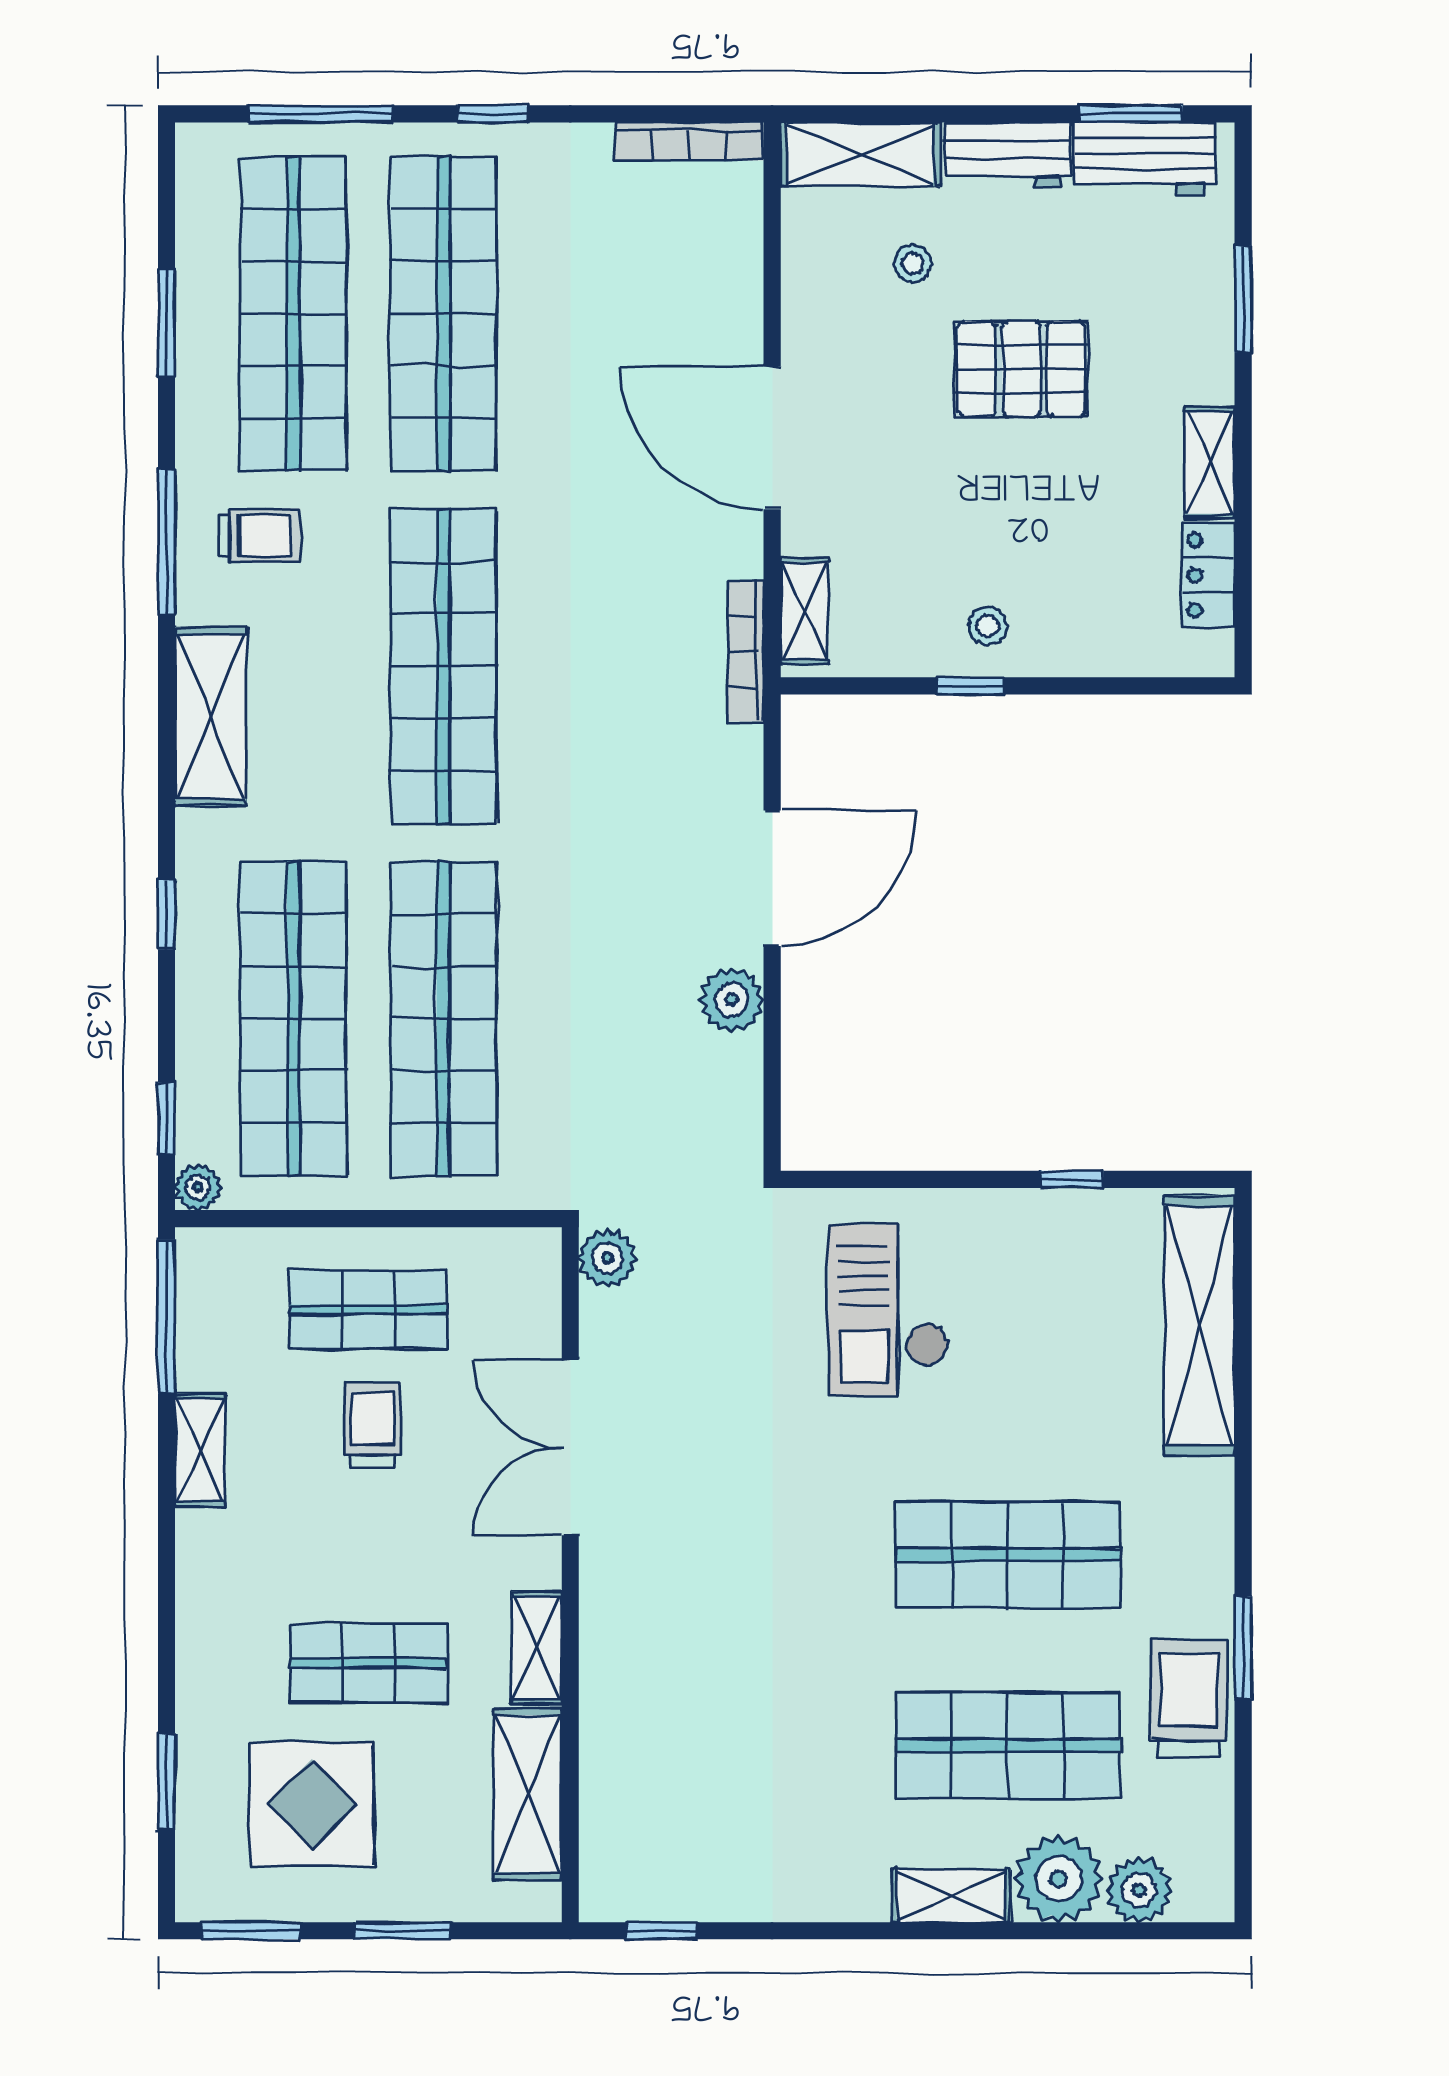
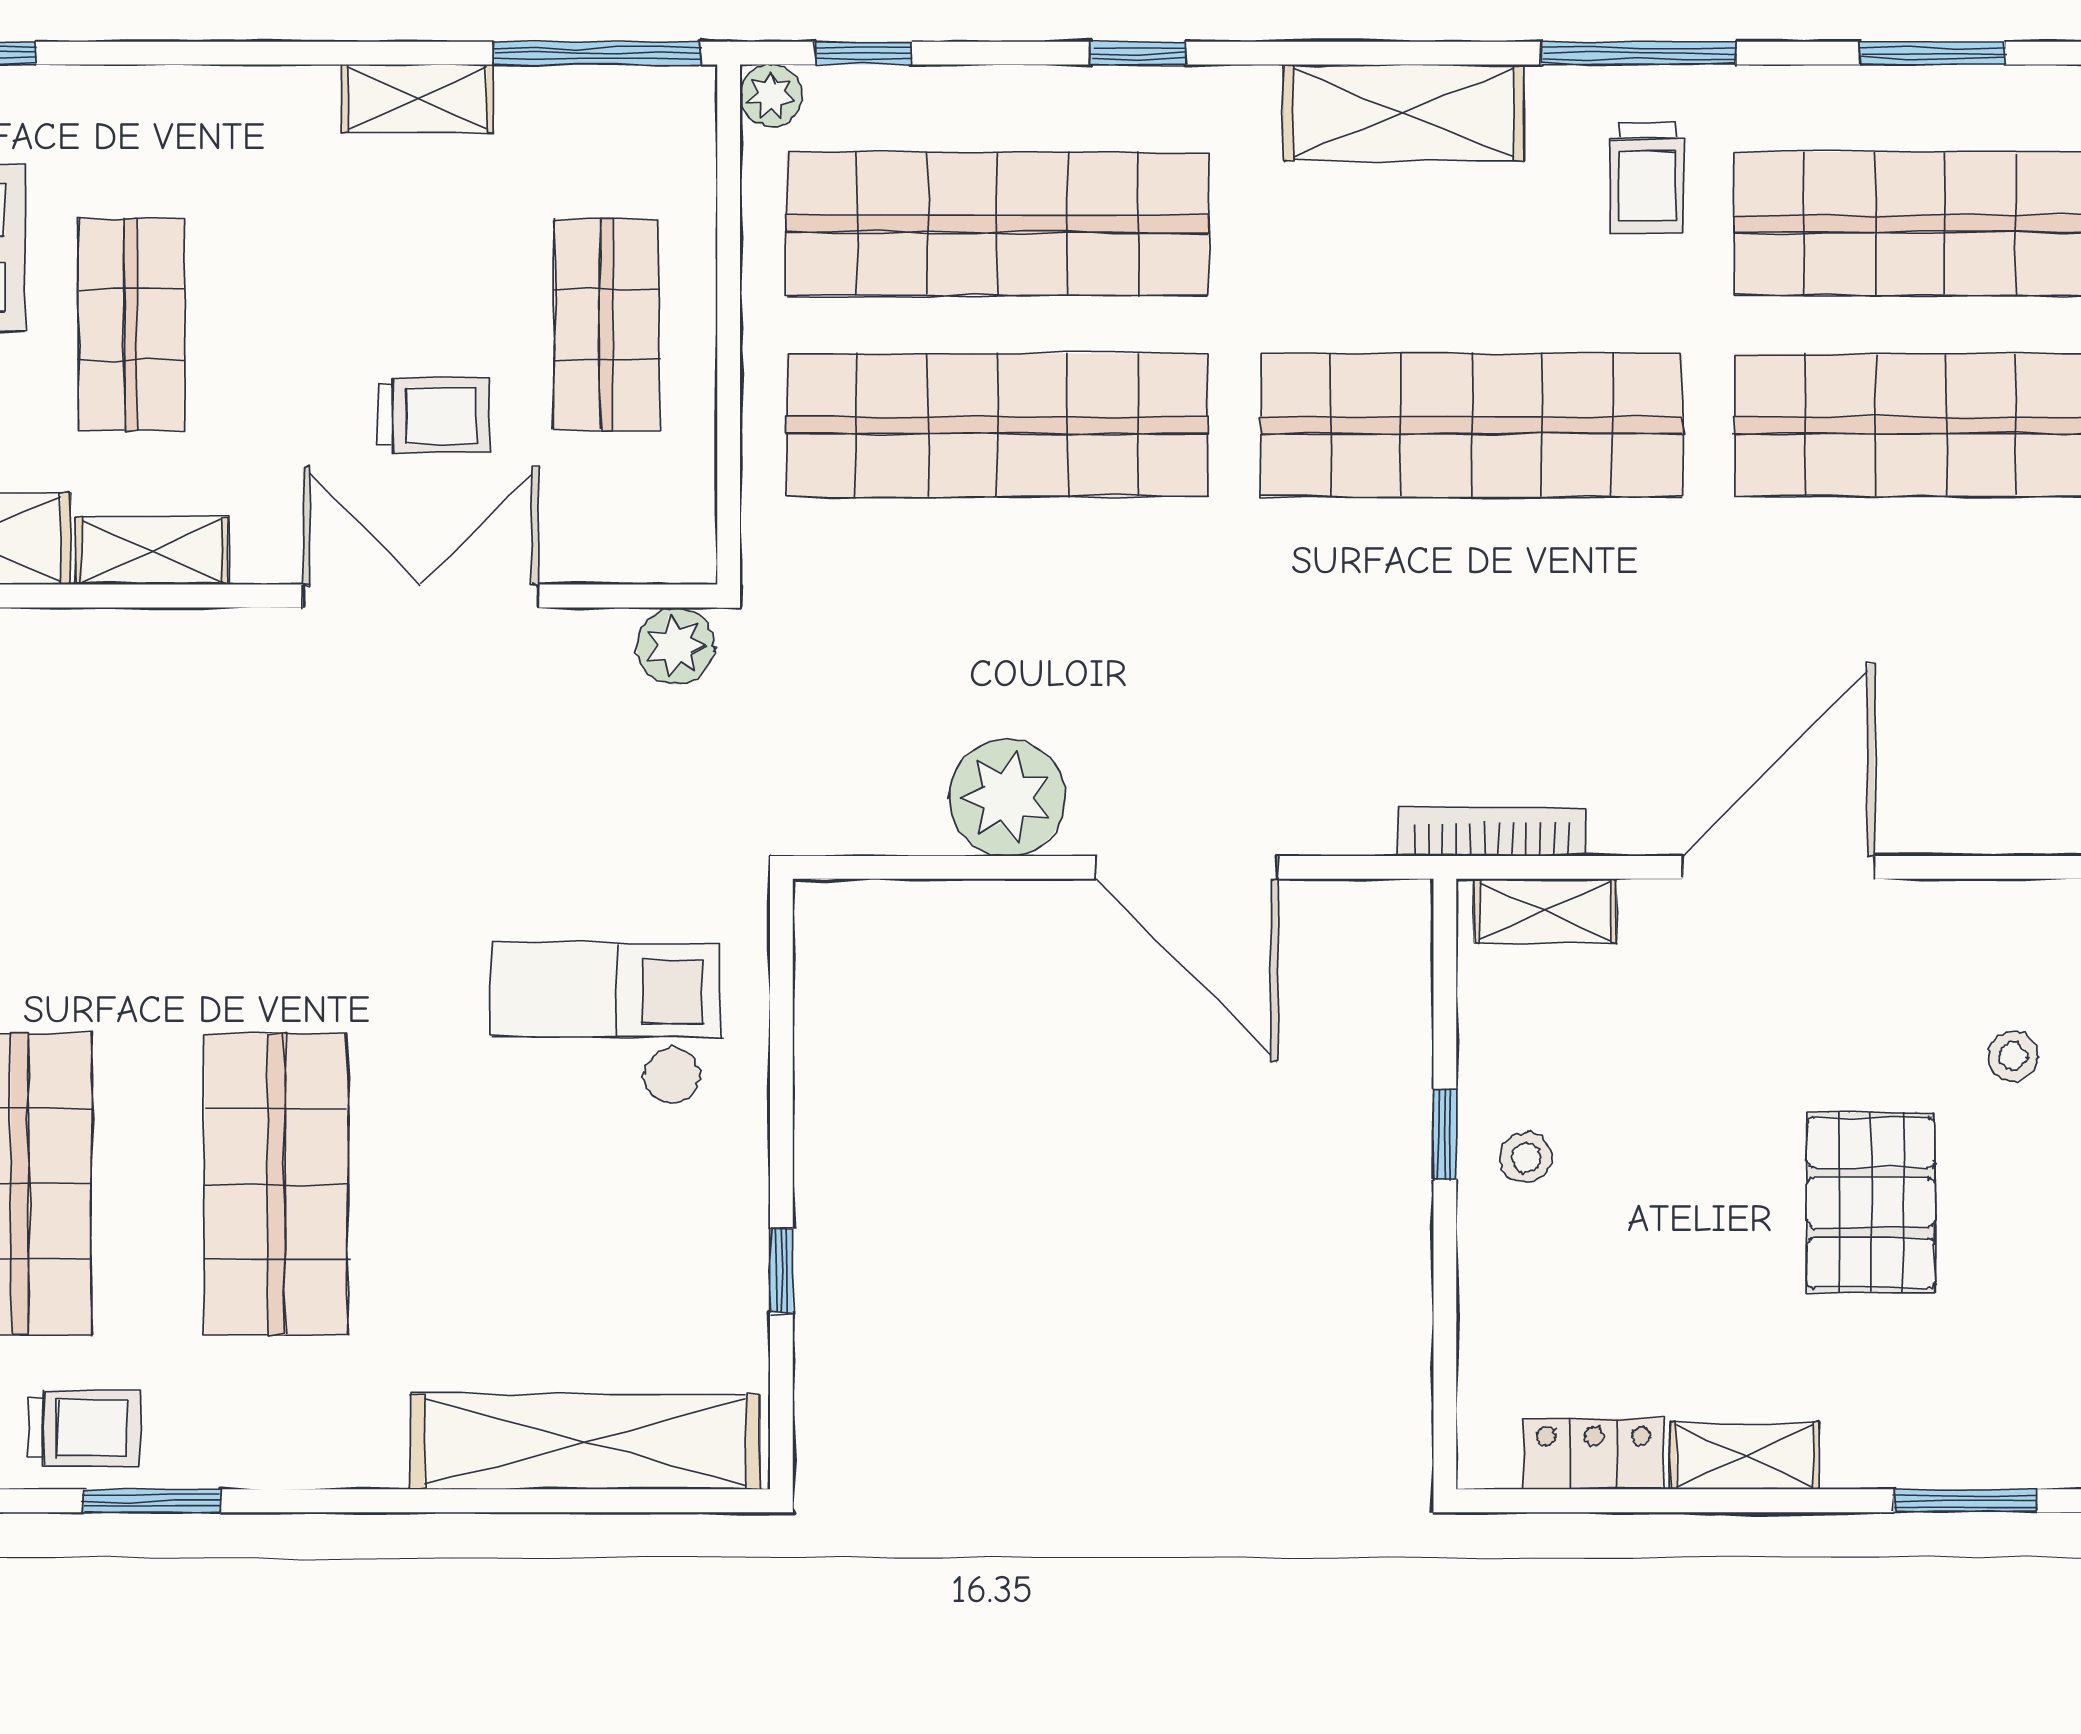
plant: (732, 1000) -> (1007, 798), width x1.36, depth x1.36
trolley: (372, 1425) -> (433, 416), moved
trolley: (1189, 1698) -> (84, 1428), width x0.73, depth x0.72

